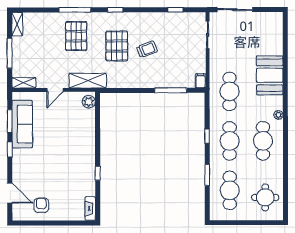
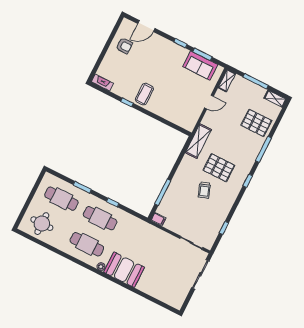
pallet: (76, 36) -> (256, 123), moved
booth: (270, 75) -> (124, 270), moved
shelving: (88, 81) -> (198, 141), moved
door: (55, 90) -> (209, 102), swing flipped
cafe table: (230, 91) -> (139, 238), removed
plant: (89, 102) -> (186, 124), removed
sofa: (22, 124) -> (200, 66), width x0.73
coffee table: (80, 160) -> (144, 94), added

